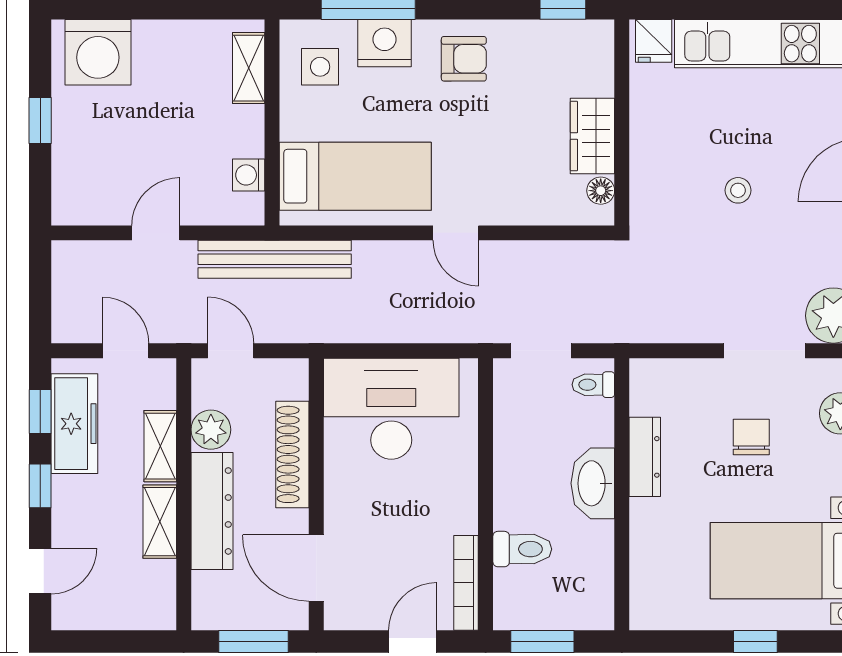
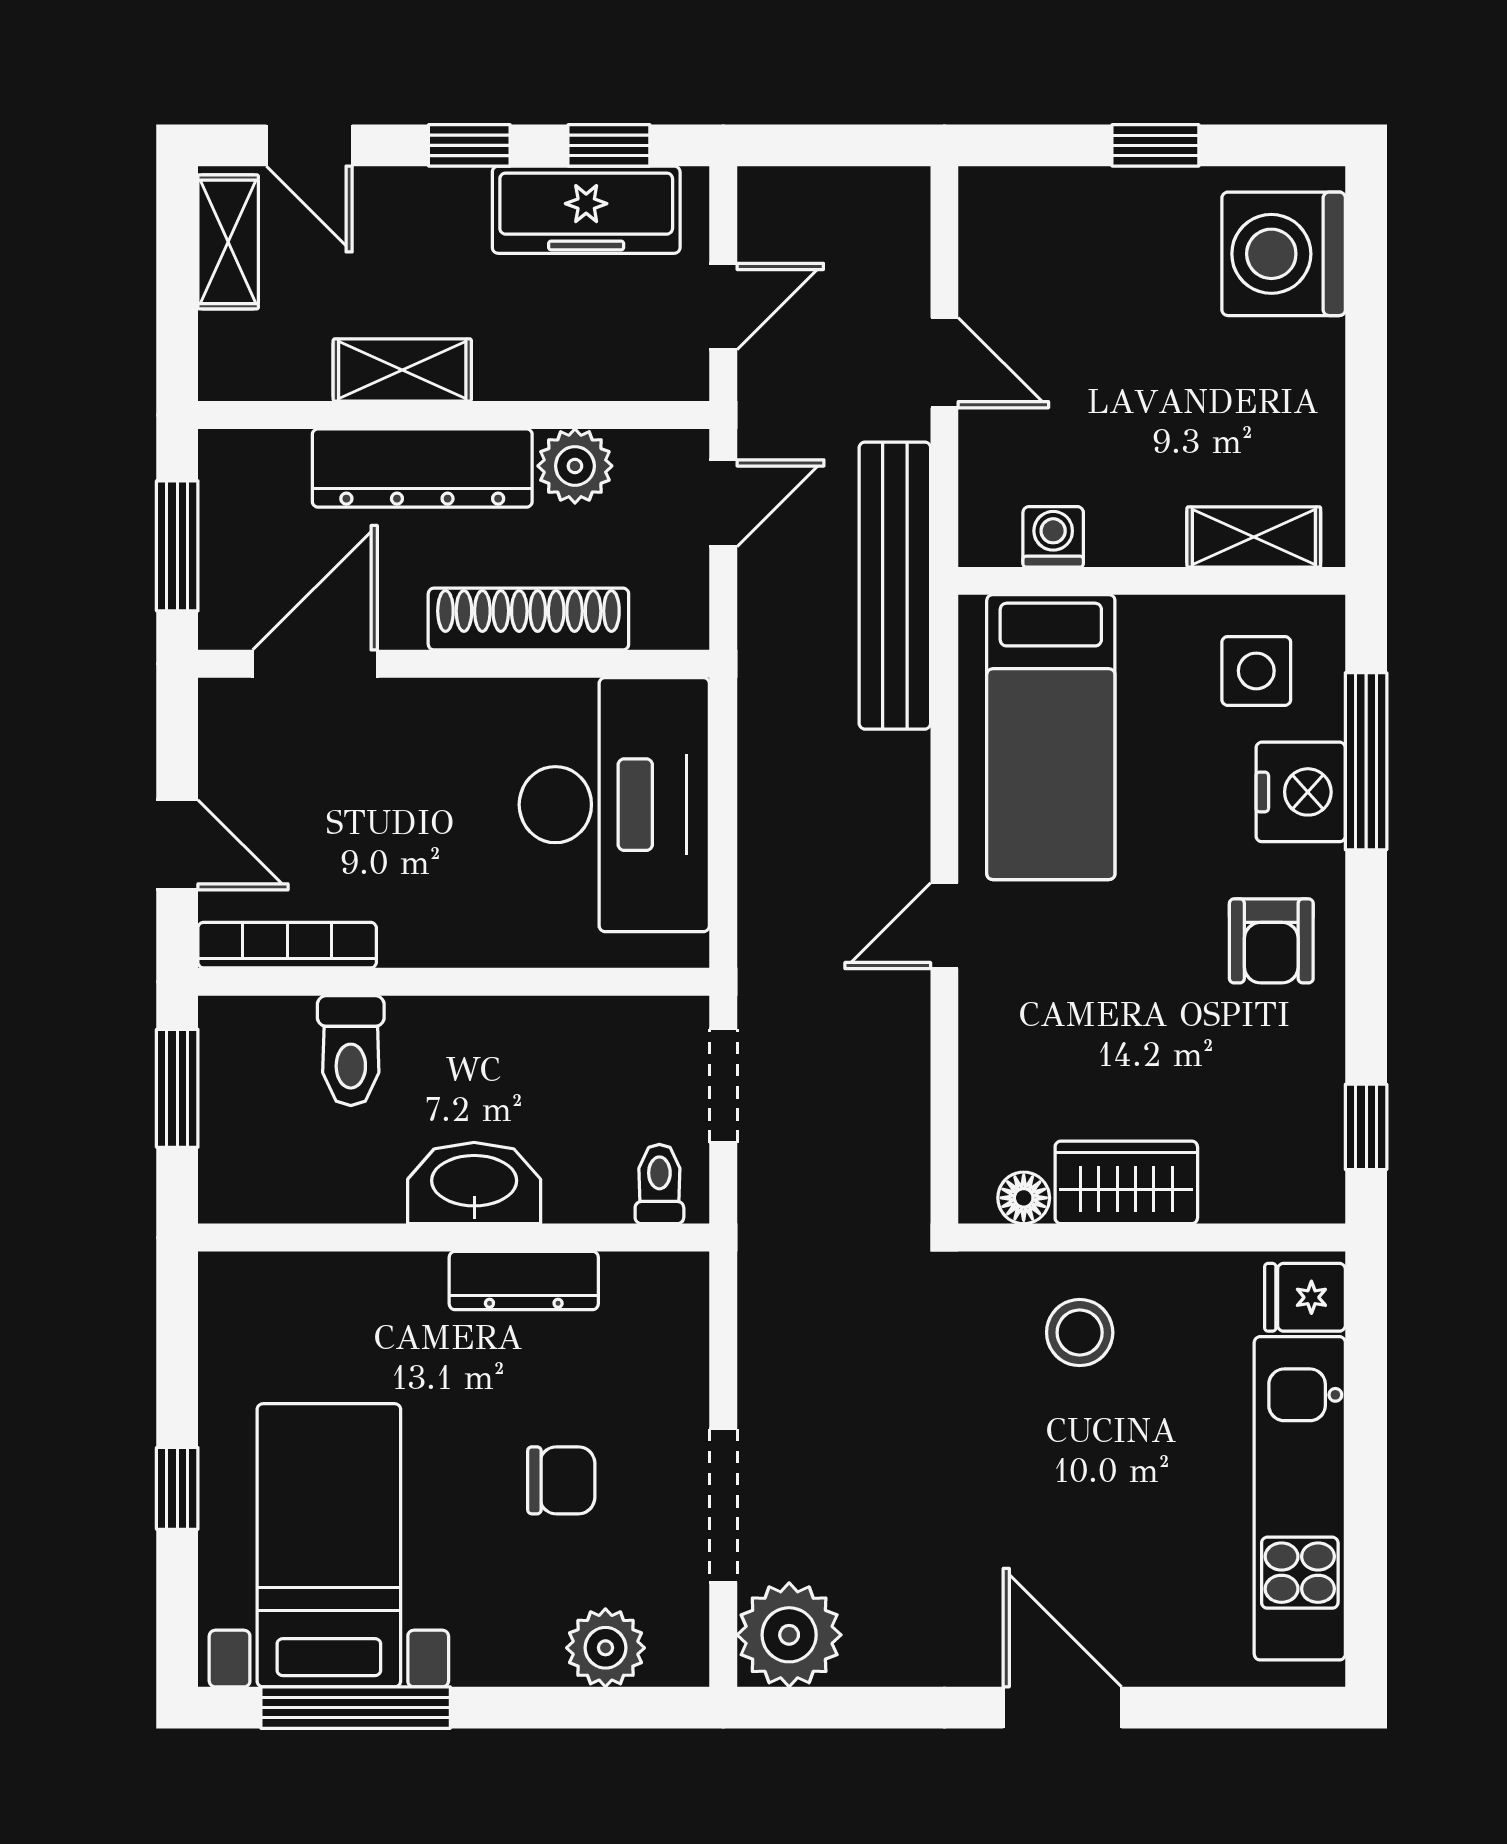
stool: (738, 190) -> (1080, 1333), moved, width x1.37, depth x1.37
shelving: (160, 446) -> (228, 242), moved, turned 90

